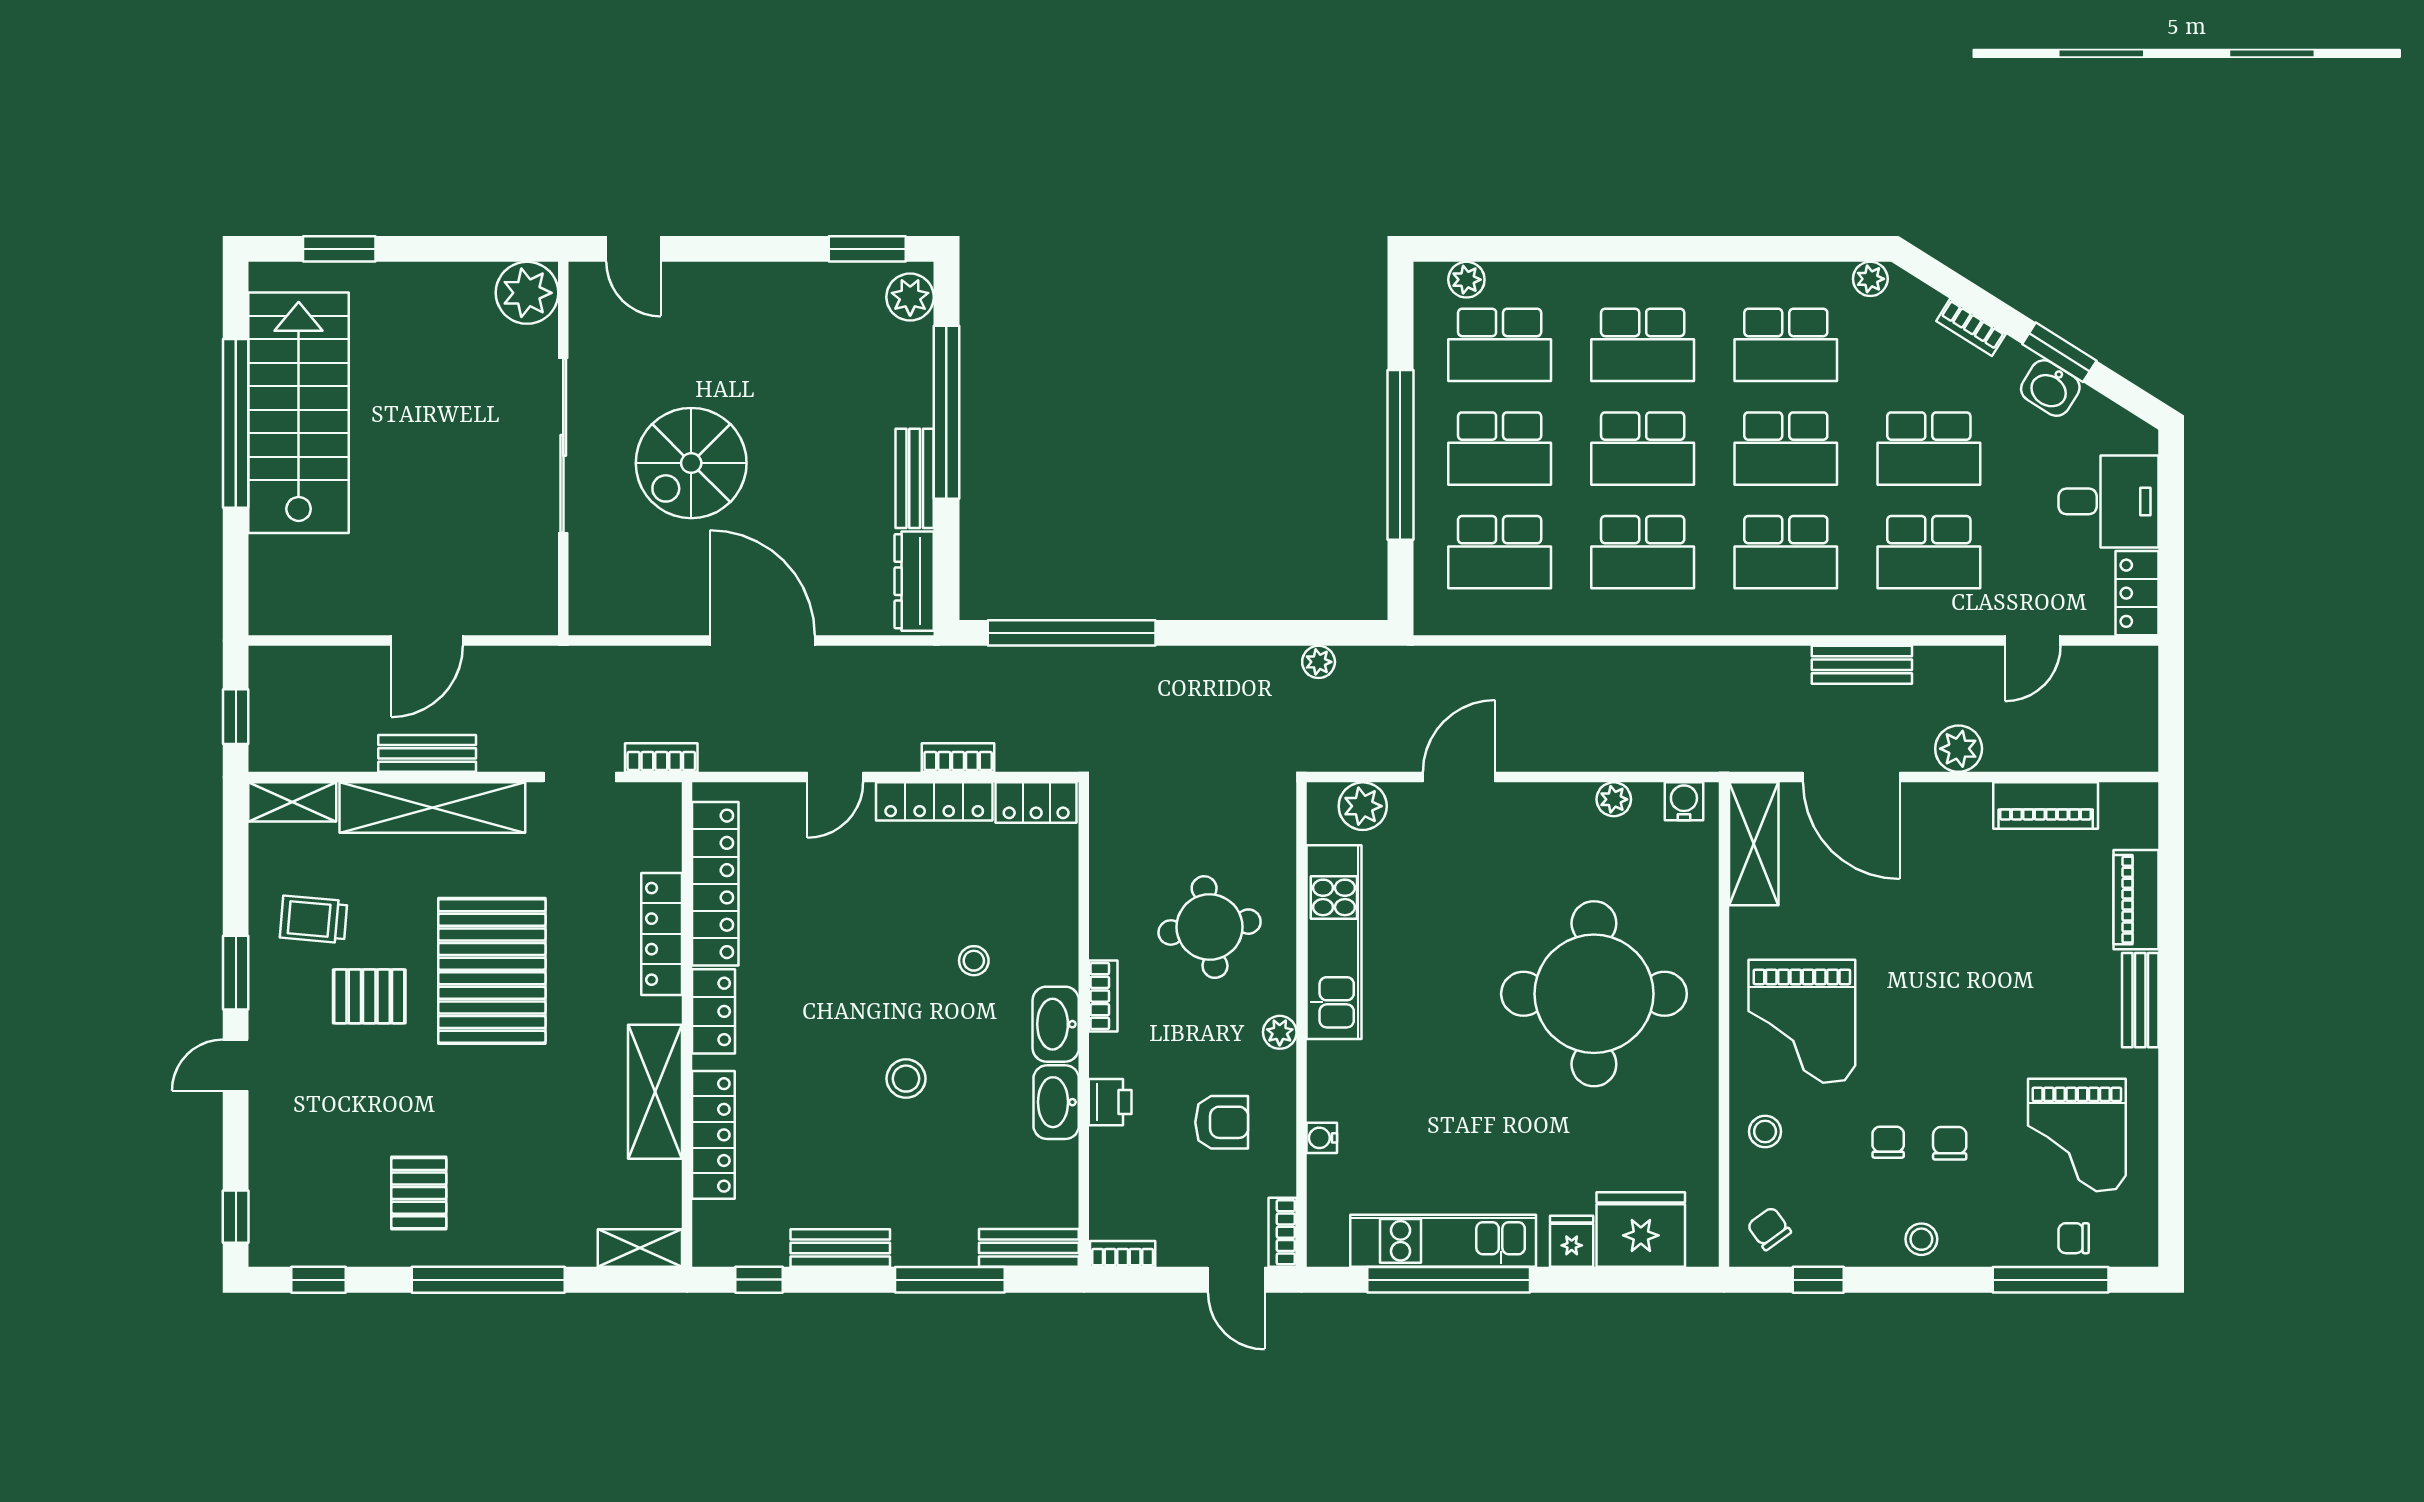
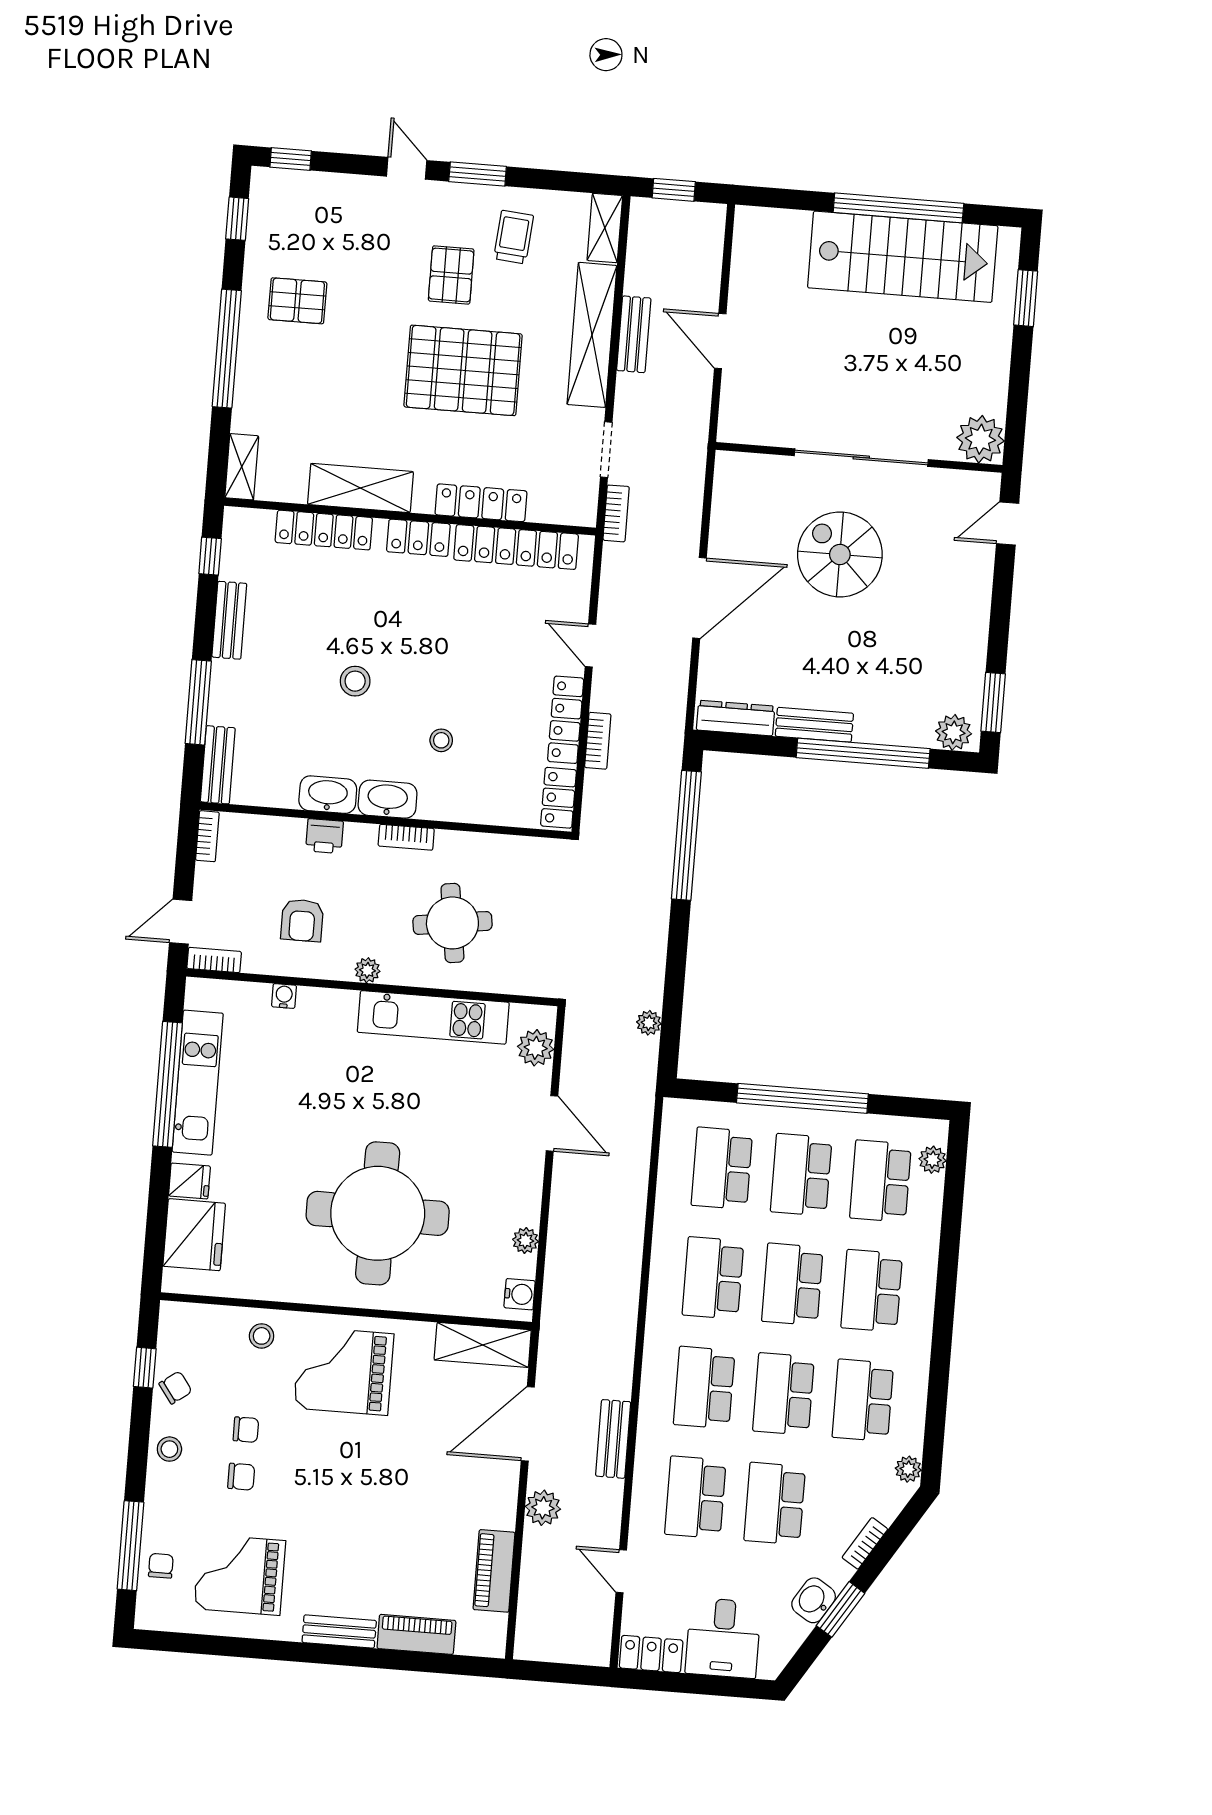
chair: (1769, 1229) -> (175, 1388), moved

